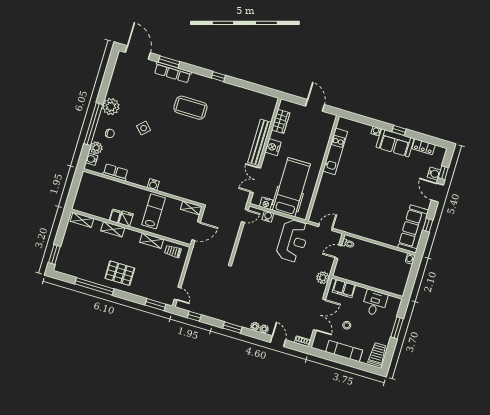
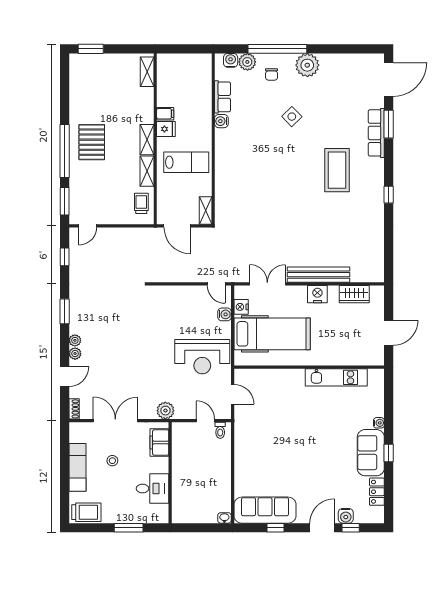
water cooler: (153, 185) -> (221, 121), moved
shelving: (113, 229) -> (147, 140), moved
window: (94, 286) -> (65, 151), moved
double door: (319, 315) -> (115, 421), swing flipped

